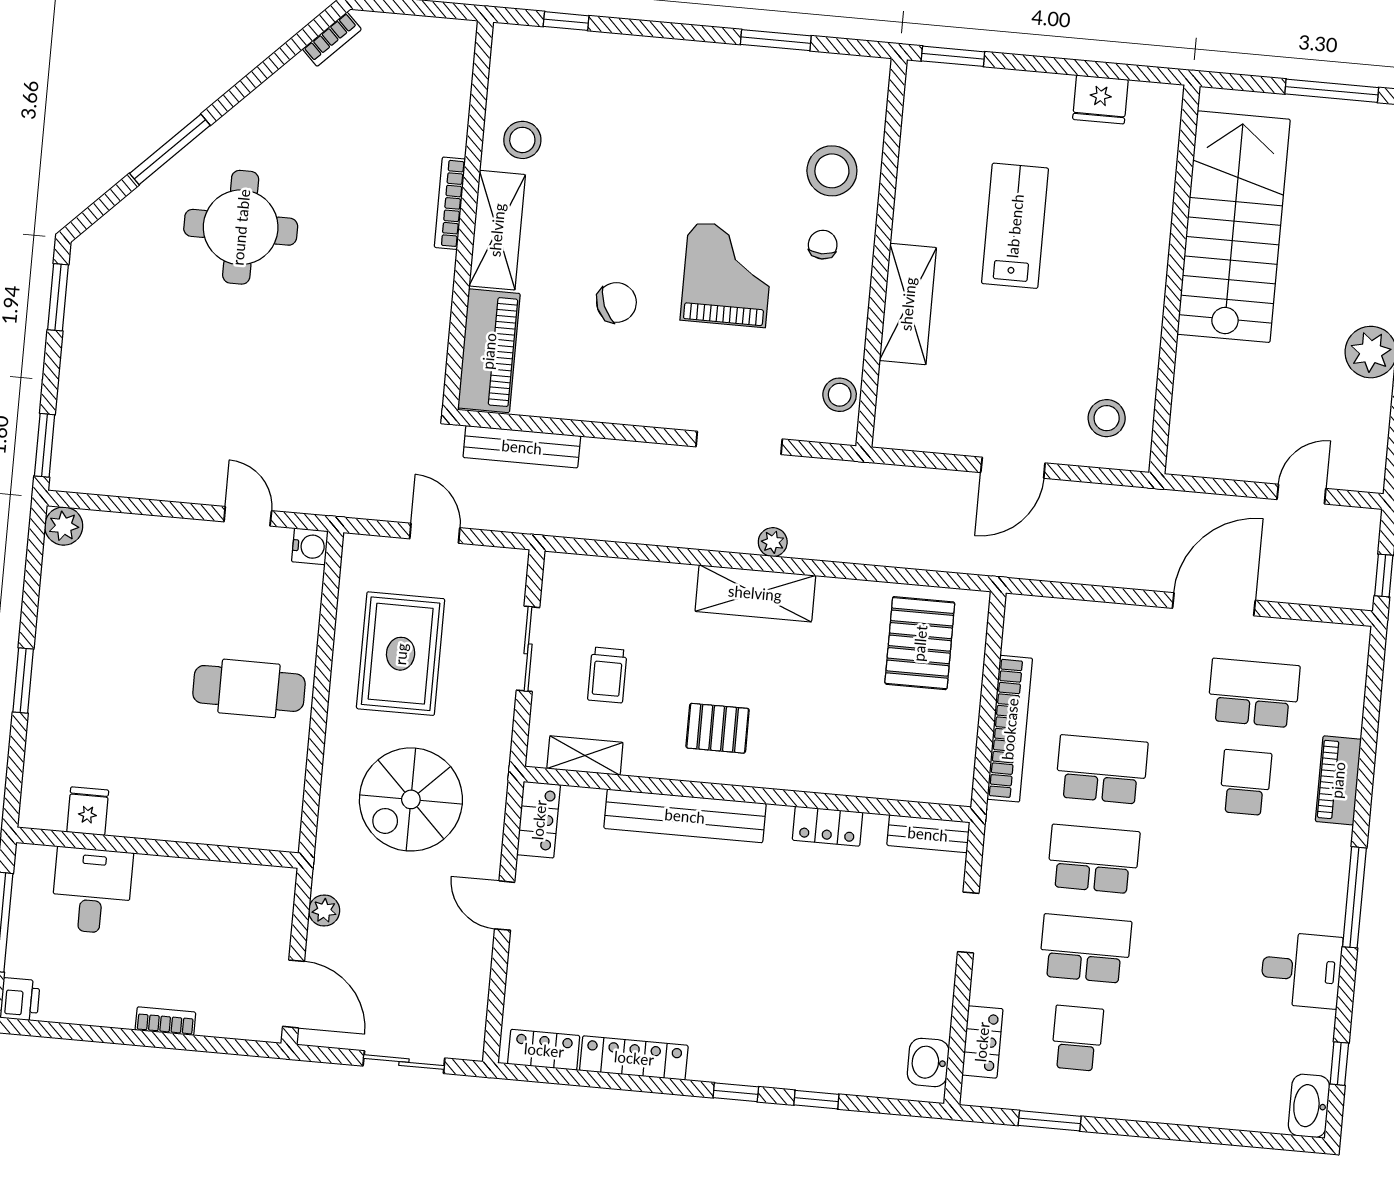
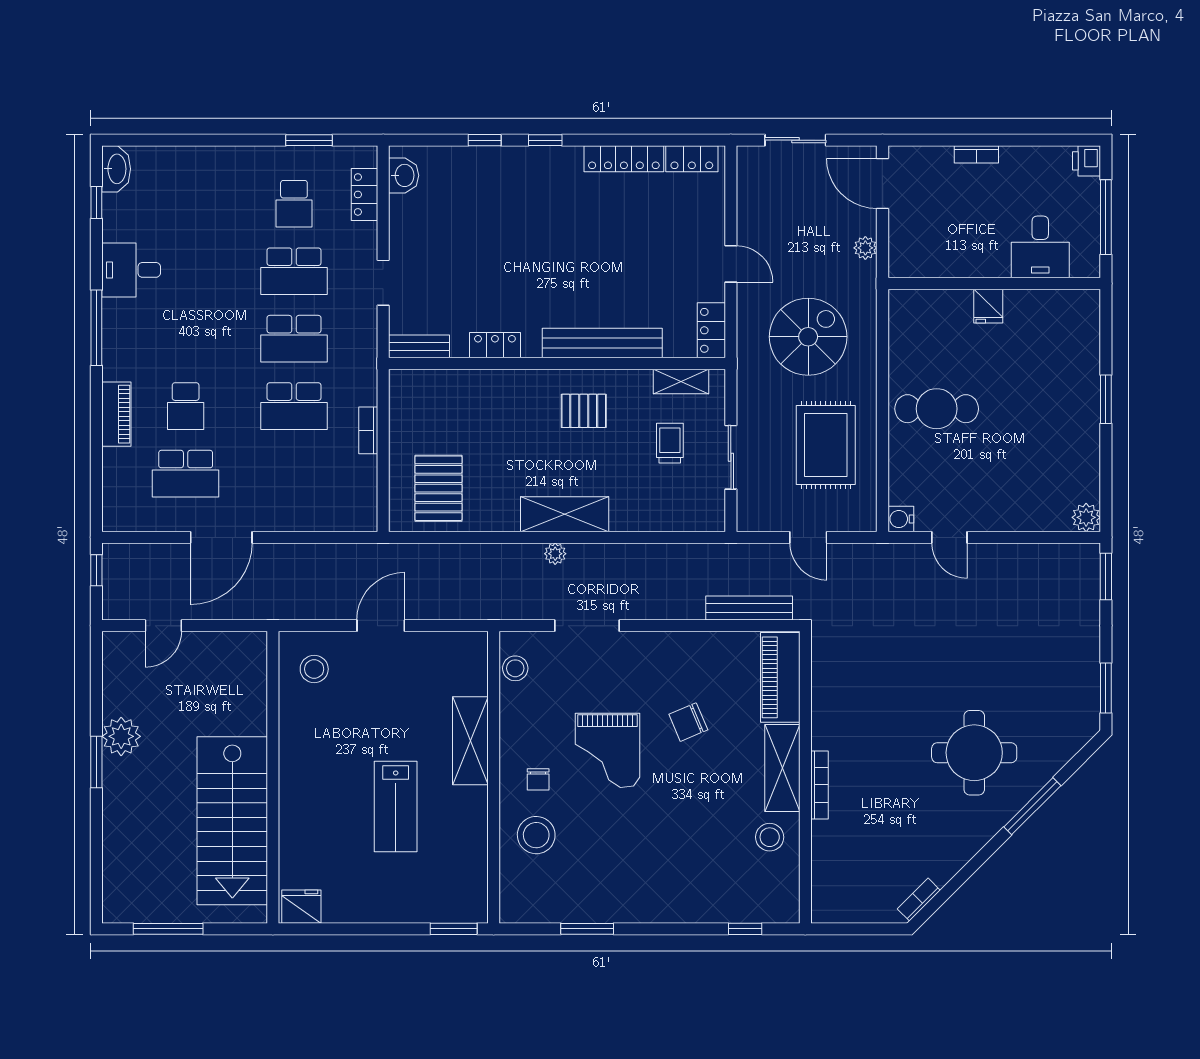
fridge: (1100, 99) -> (301, 907), moved
bookcase: (1010, 729) -> (368, 430), width x0.43, depth x0.76
fridge: (88, 811) -> (988, 306), moved

